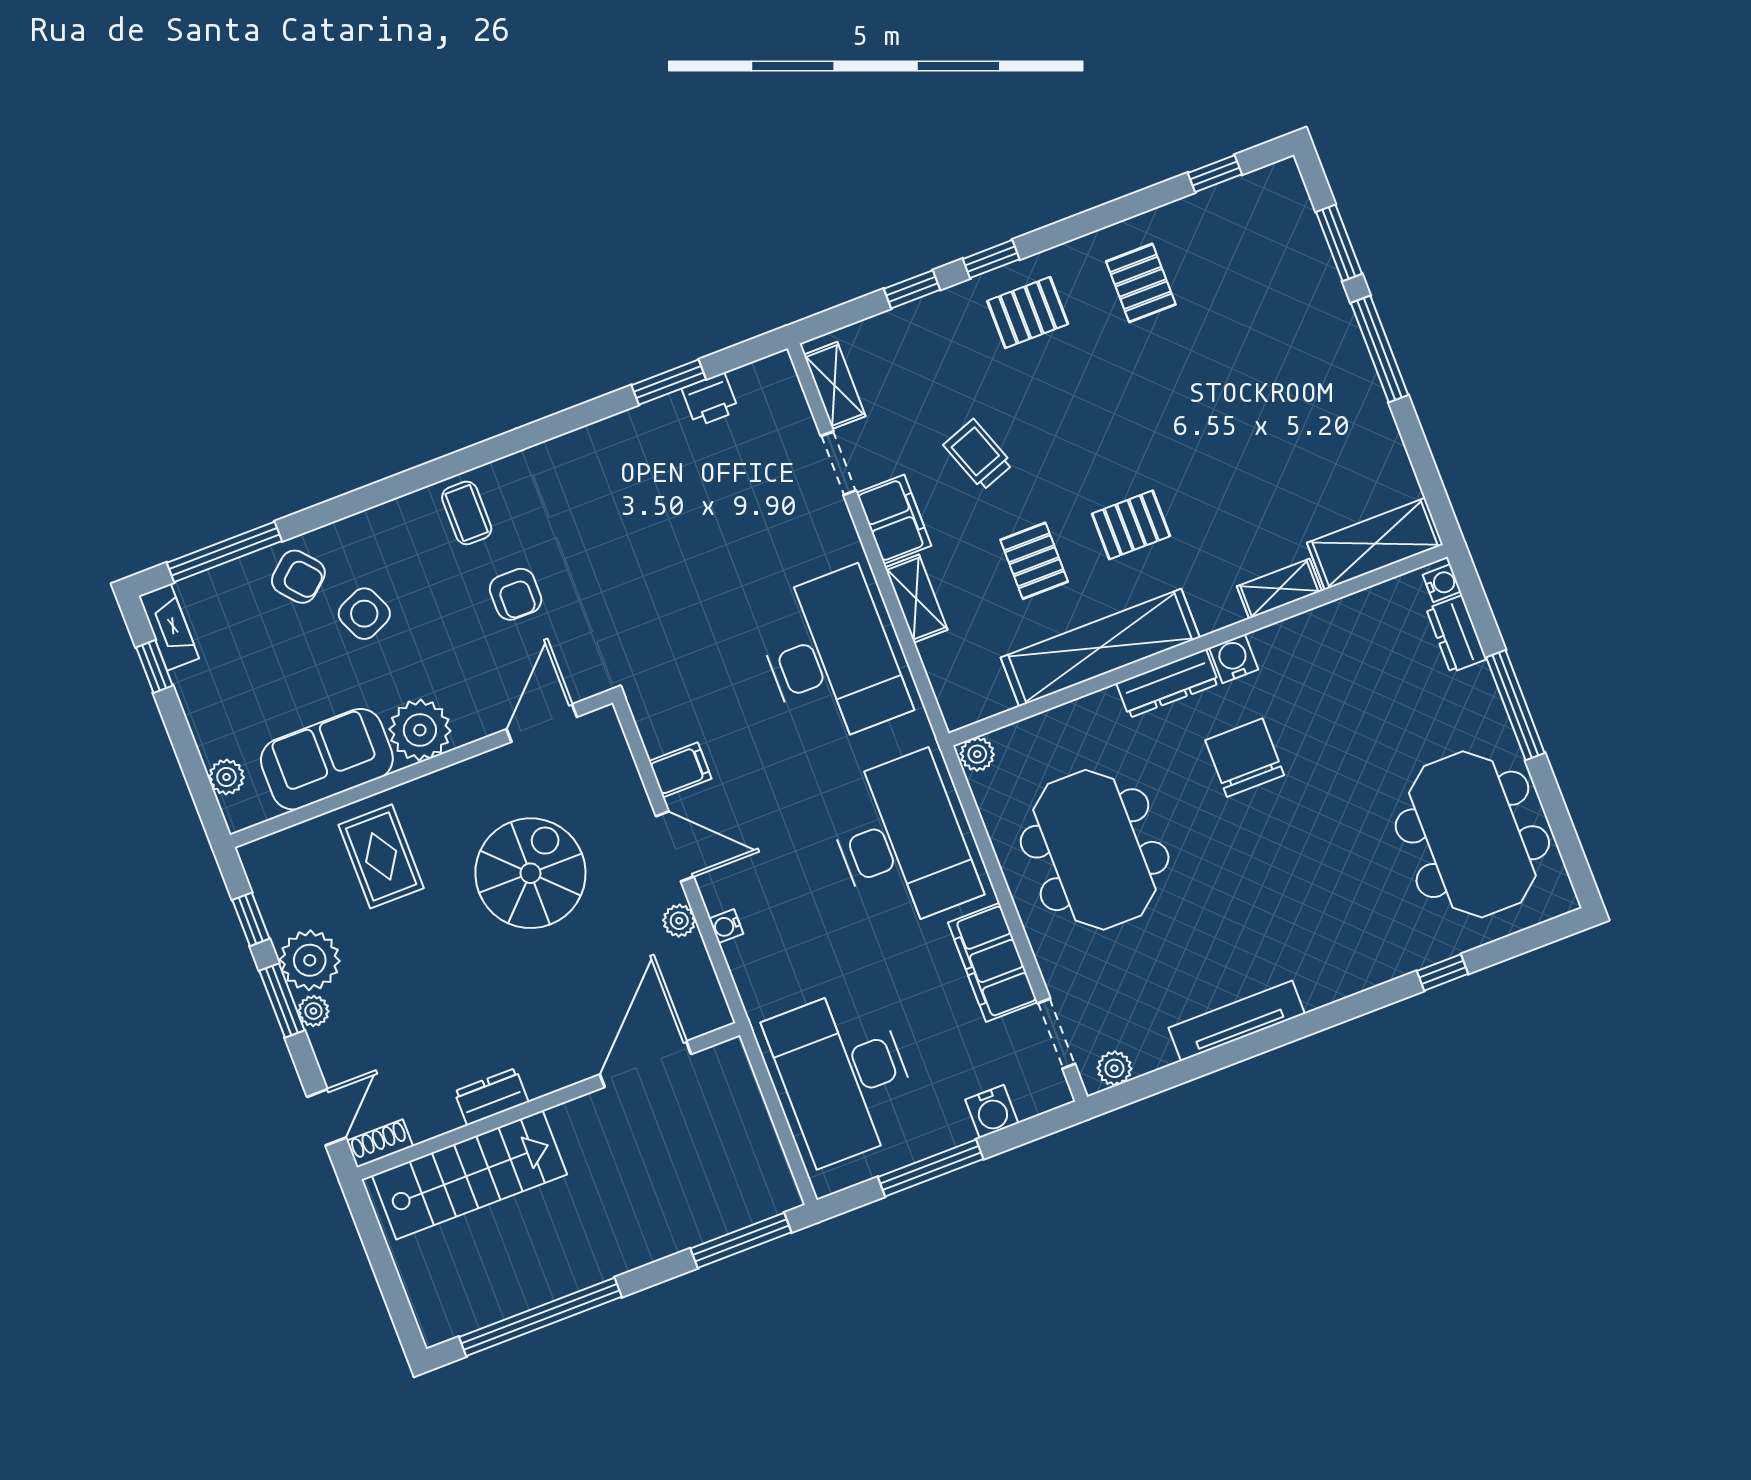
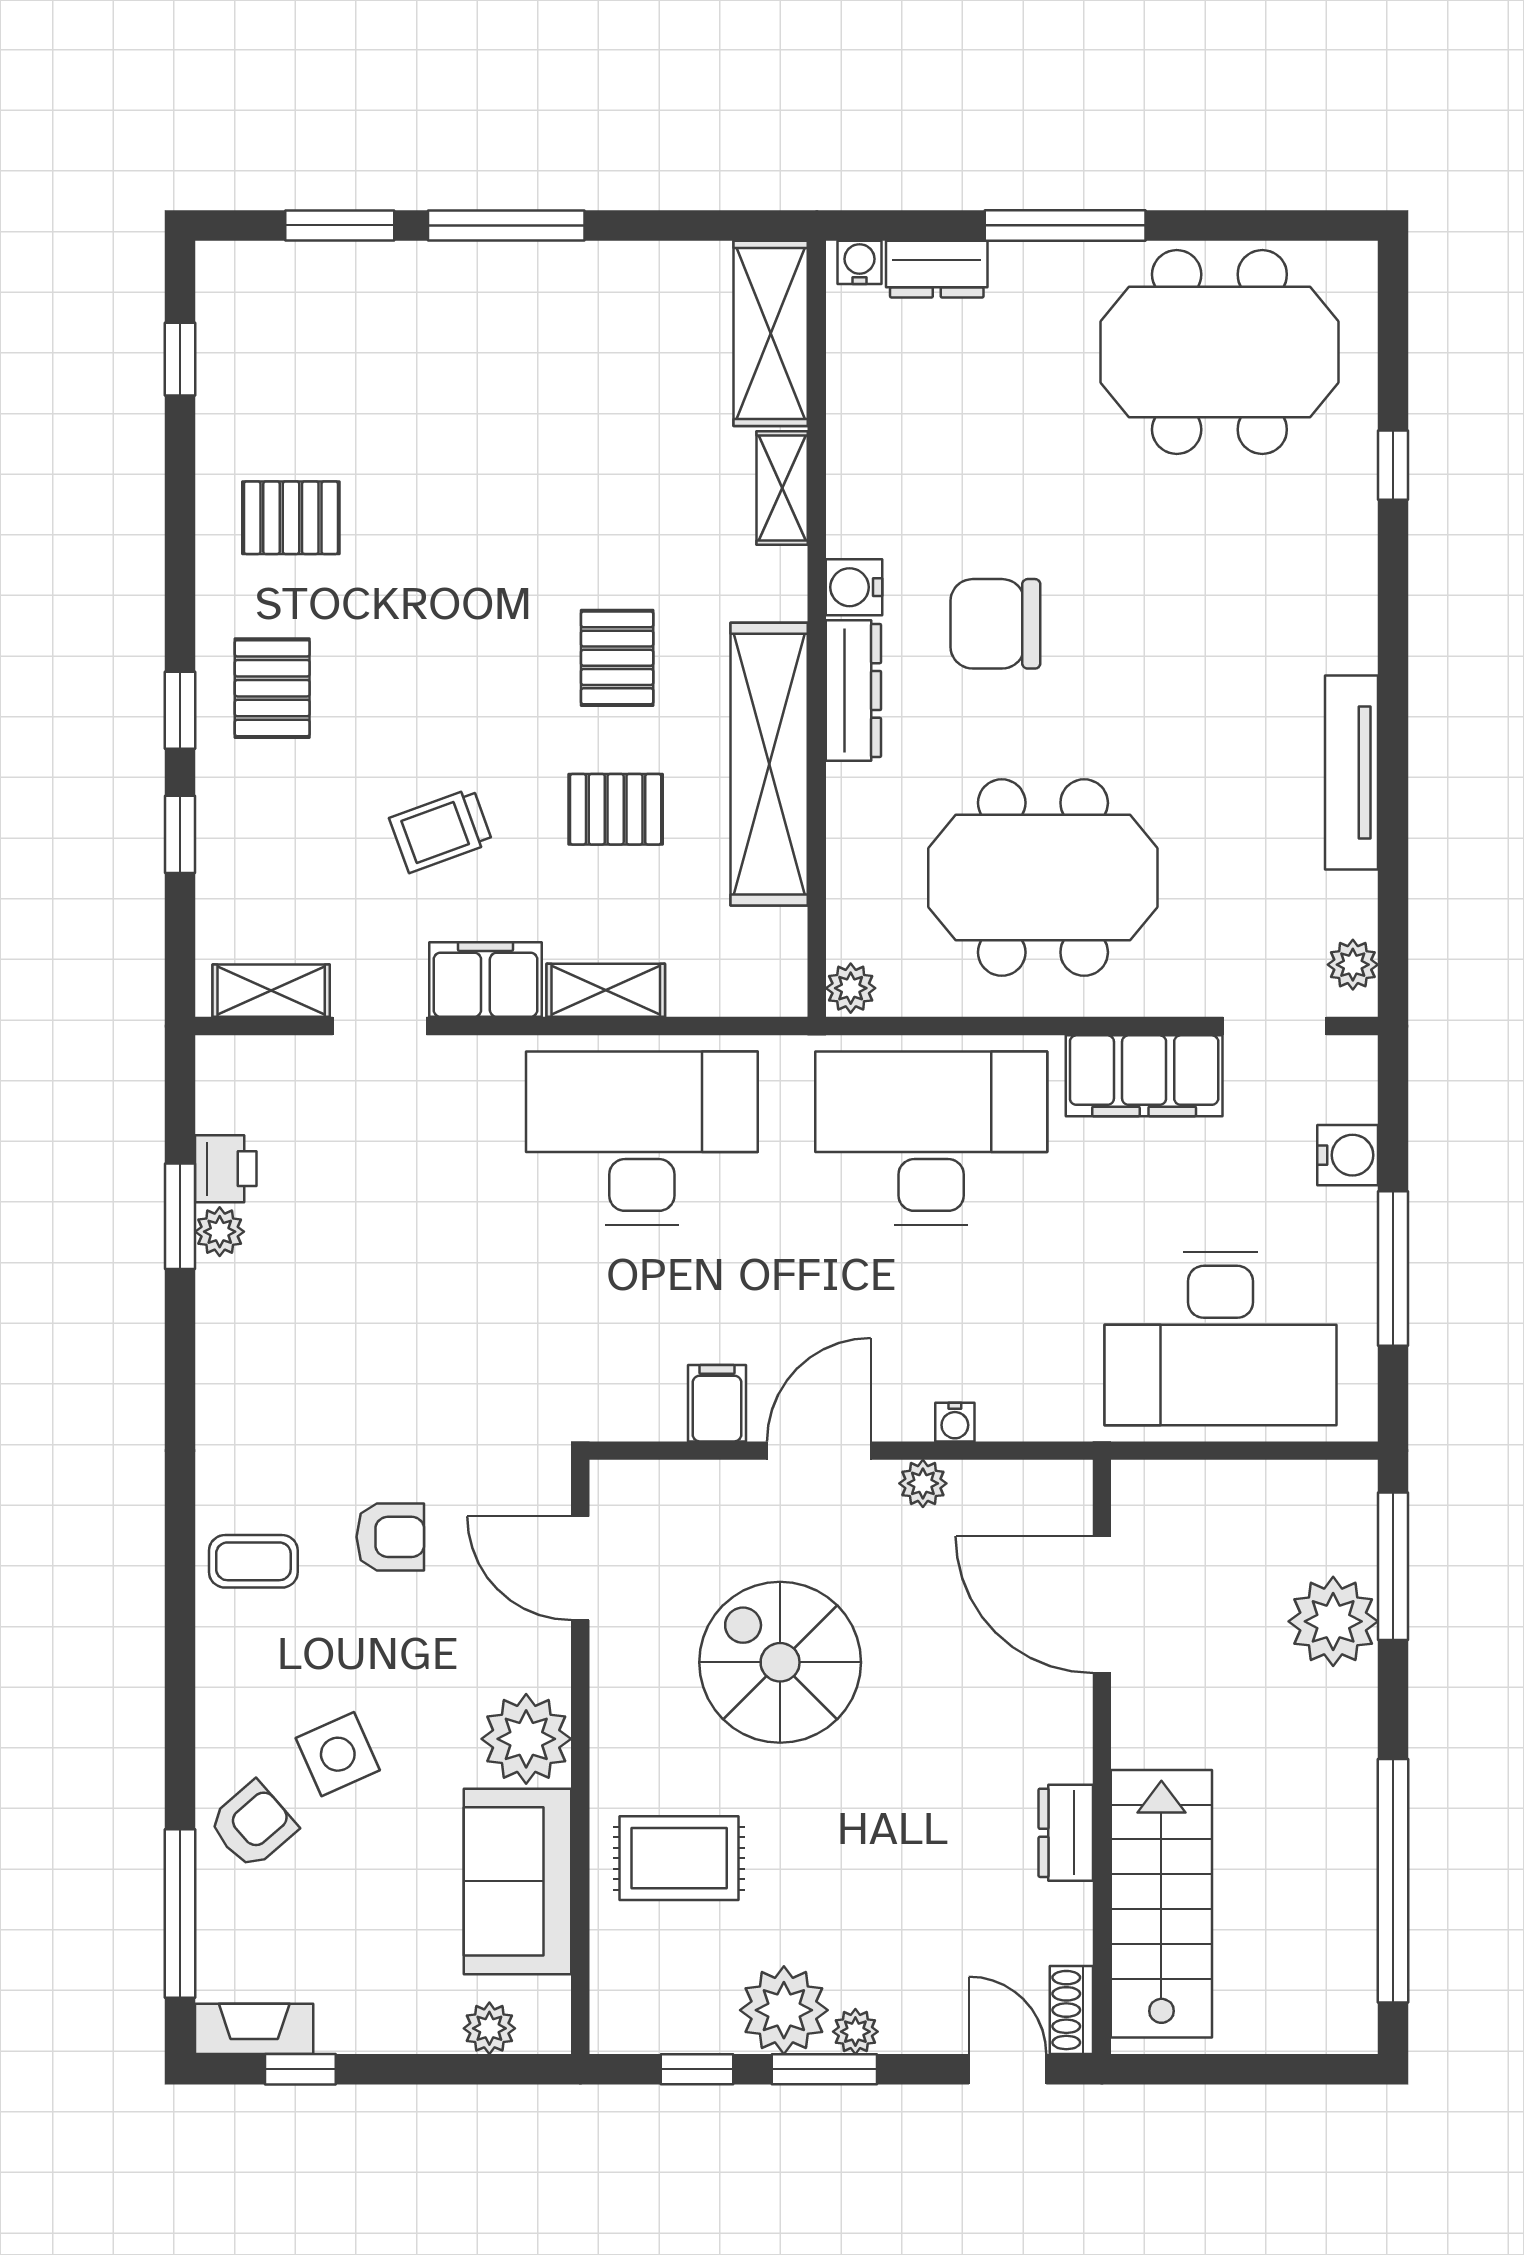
plant: (669, 411) -> (220, 1232), added
plant: (691, 1216) -> (1333, 1621), added

